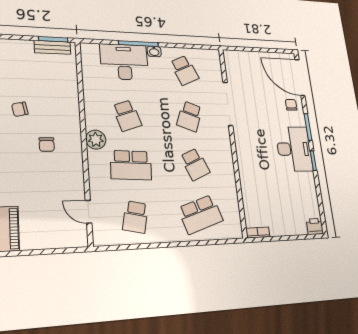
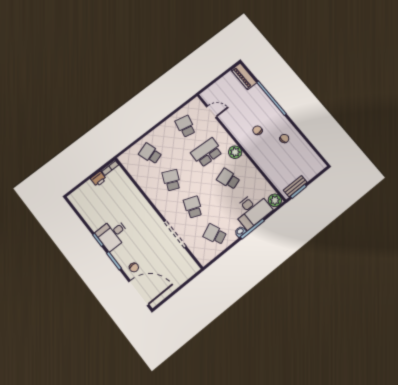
plant: (89, 52) -> (275, 200), added
desk: (294, 149) -> (113, 234), width x0.73
school desk: (195, 164) -> (172, 180), turned 48
school desk: (201, 214) -> (150, 154), width x0.54
printer: (315, 226) -> (99, 179), moved

